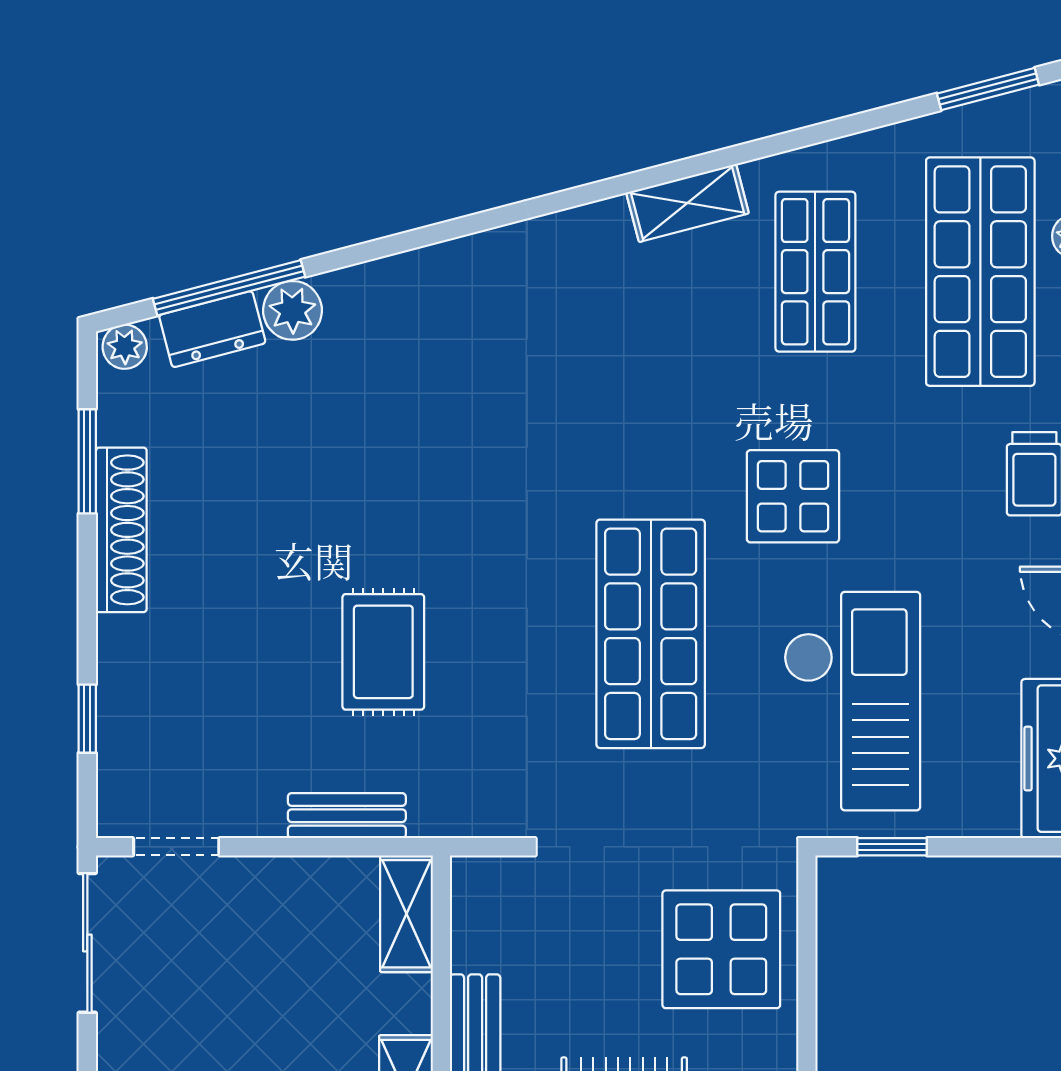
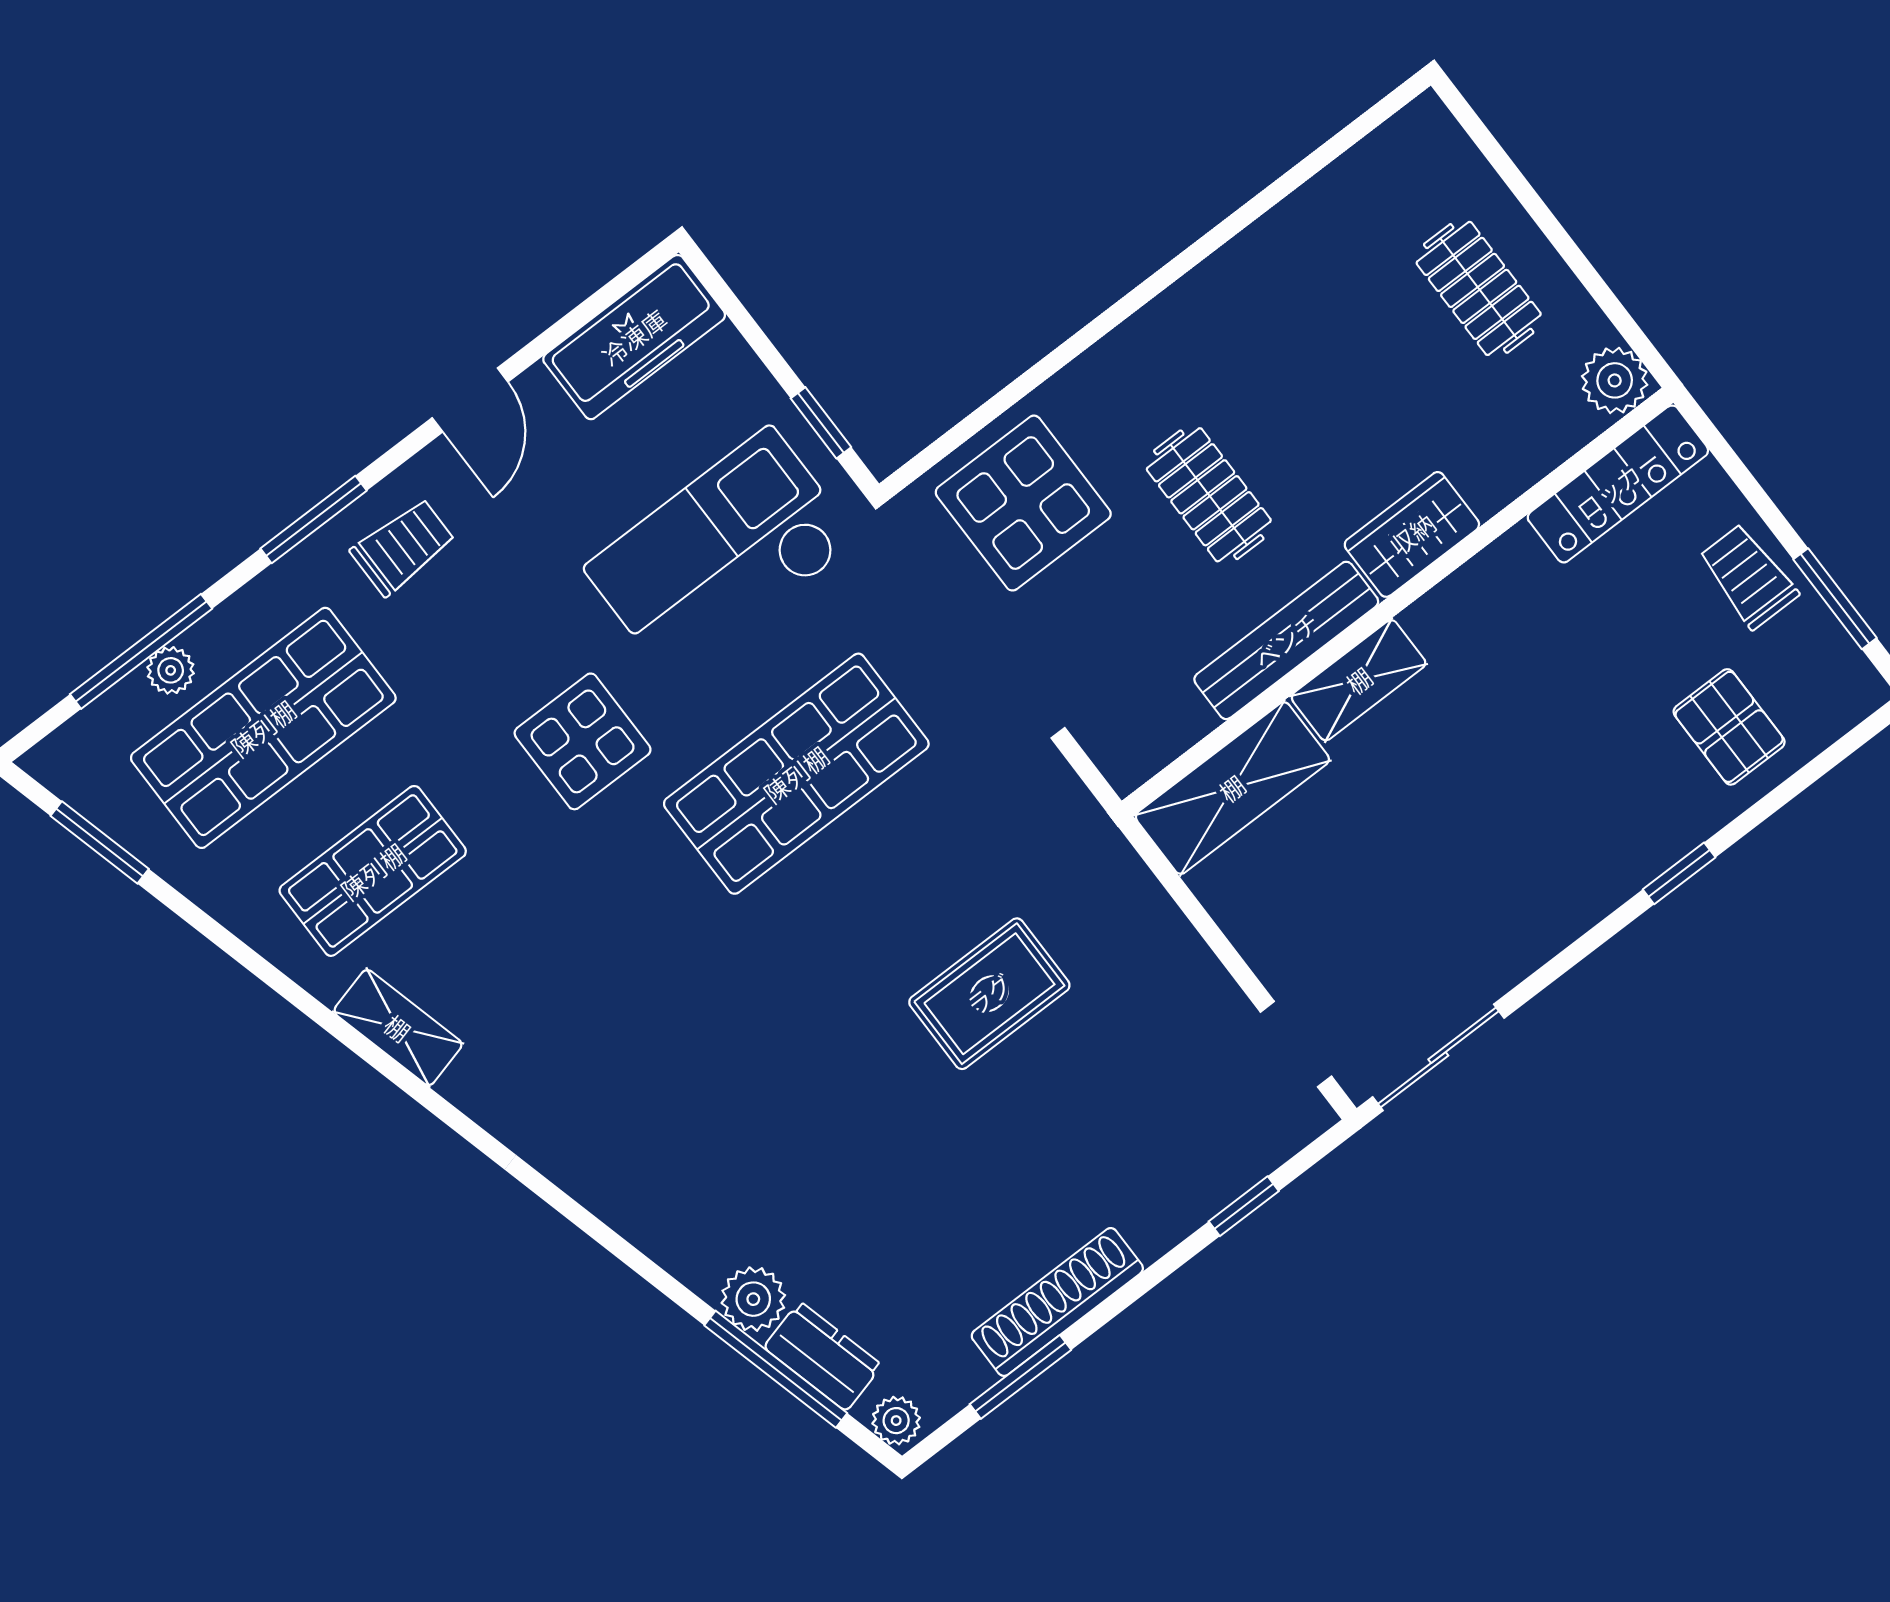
bench: (347, 816) -> (1156, 917), removed
shelving: (407, 914) -> (1232, 788), width x1.50, depth x1.33

